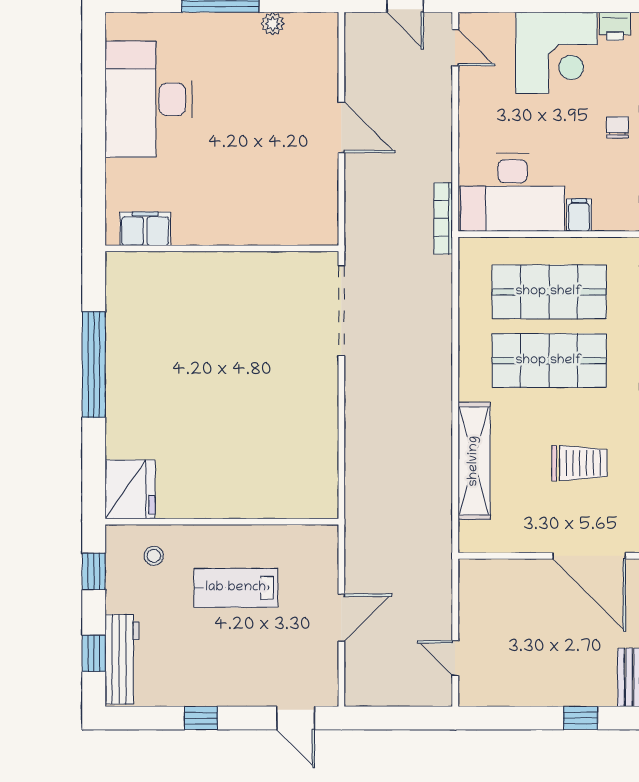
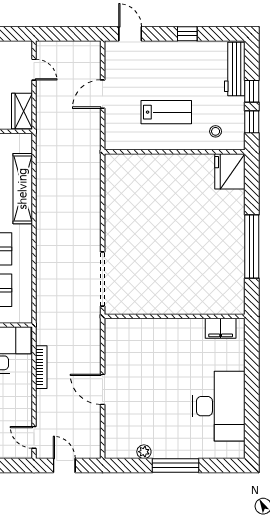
bookcase: (443, 218) -> (41, 367), moved
wardrobe: (475, 590) -> (22, 111), added
window: (94, 653) -> (252, 91), moved

